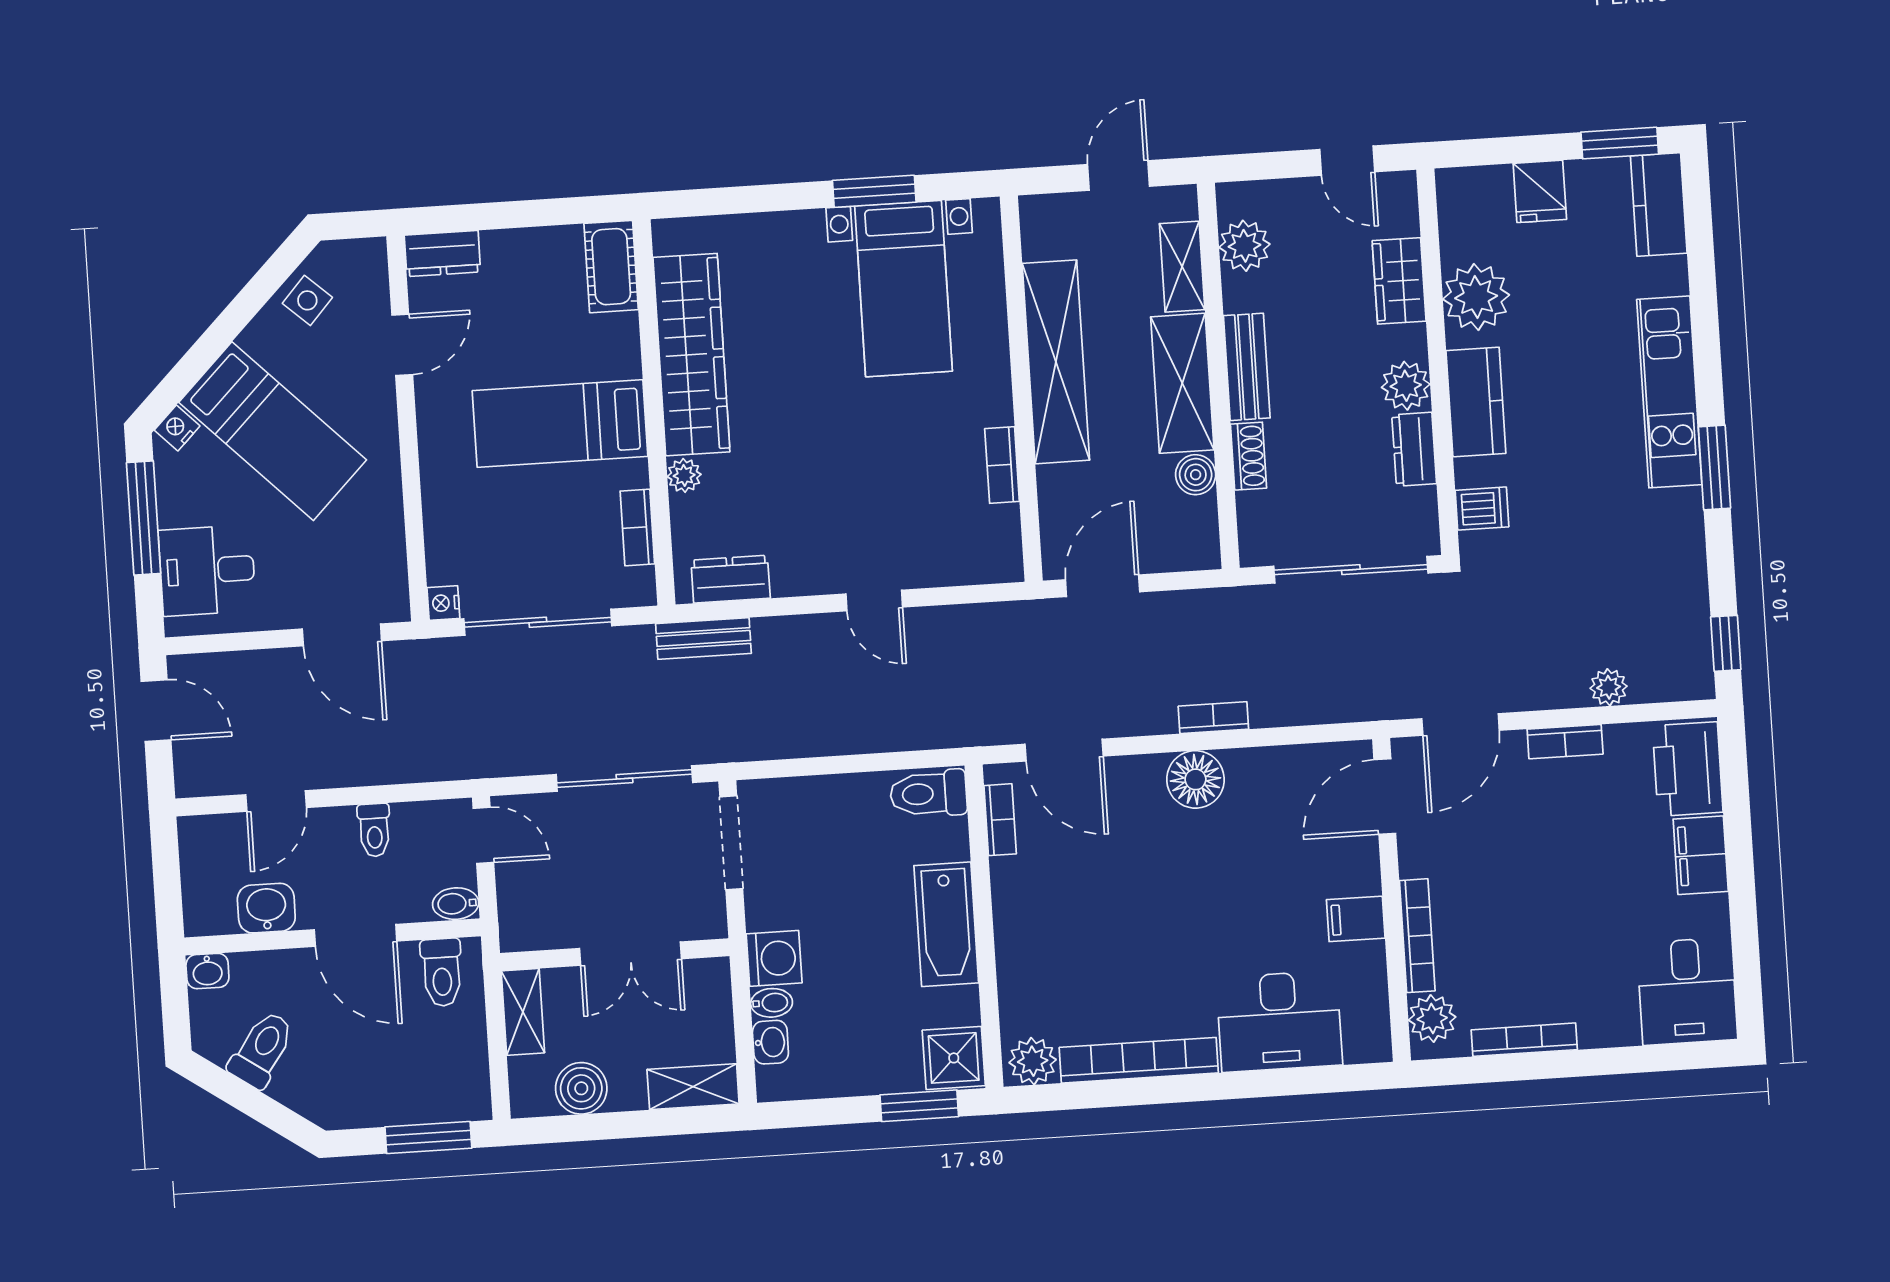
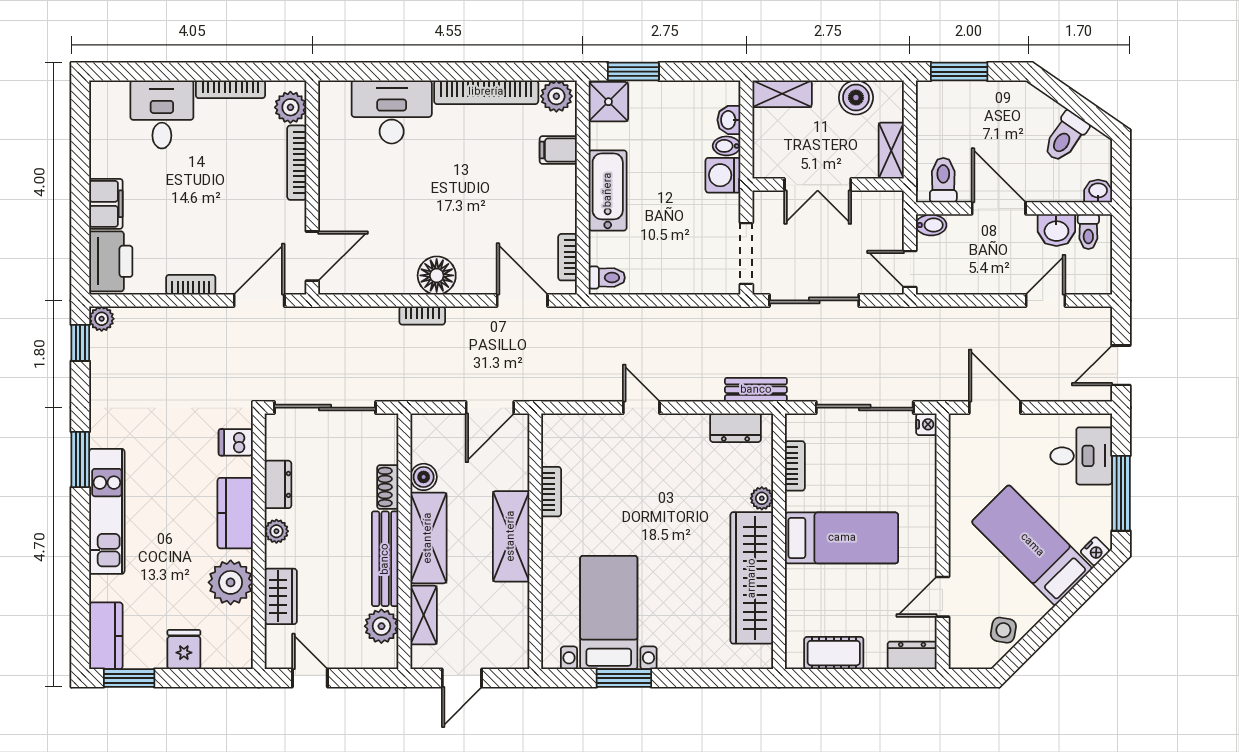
cot: (611, 267) -> (834, 653), moved, turned 90
side table: (307, 300) -> (1003, 630), turned -32
shelving: (1056, 362) -> (511, 536), width x0.68
bench: (1247, 367) -> (385, 559), width x1.36
plant: (1406, 386) -> (276, 531), width x0.73, depth x0.73
plant: (1609, 687) -> (102, 319), moved
door: (156, 711) -> (1121, 365), hinge flipped
toilet: (928, 794) -> (607, 278), width x0.73, depth x0.72
toilet: (374, 830) -> (1088, 232), moved, turned 180
filing cabinet: (1356, 919) -> (558, 150), moved, turned 180
double door: (630, 954) -> (818, 185), swing flipped
desk: (1687, 991) -> (162, 114), moved

